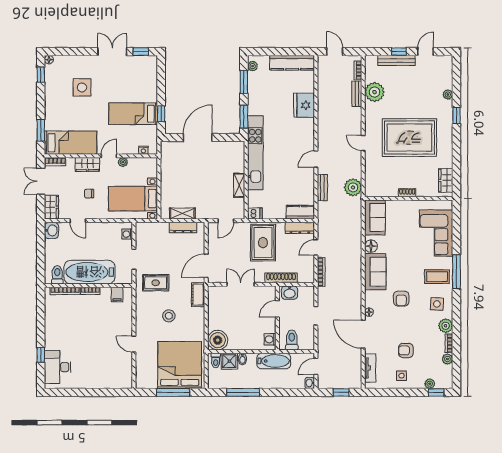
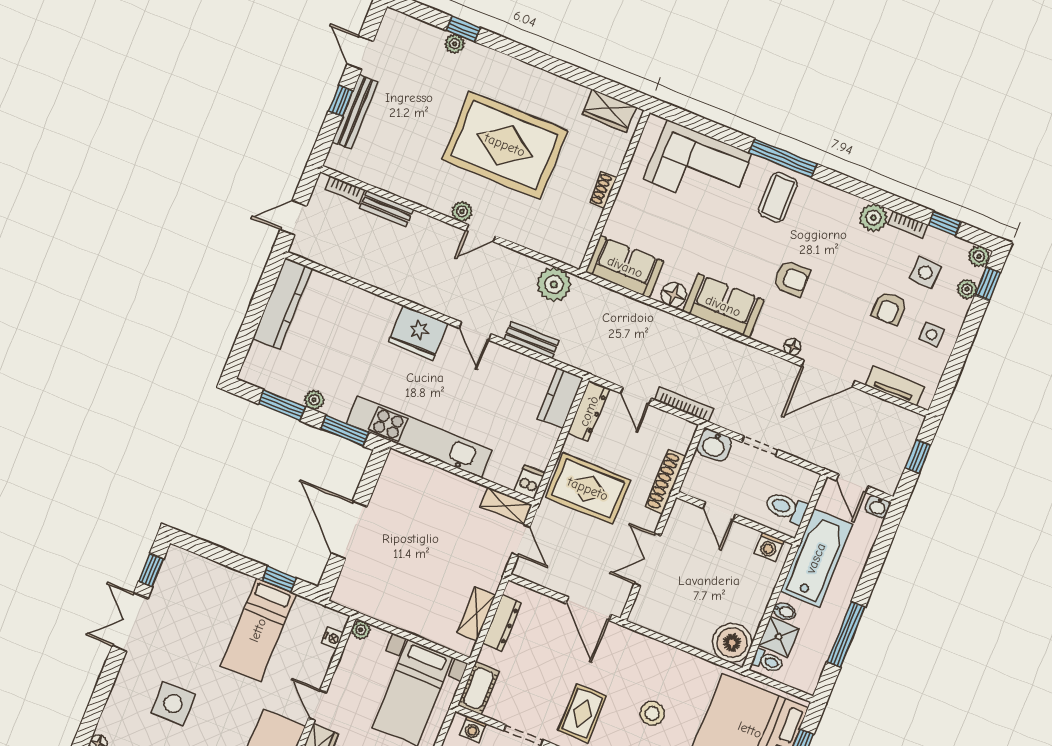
plant: (253, 66) -> (314, 400), moved
plant: (375, 92) -> (462, 211), moved, width x0.53, depth x0.53
fridge: (304, 105) -> (418, 333), moved
window: (456, 116) -> (463, 29), moved
rug: (409, 138) -> (505, 145), turned 90
plant: (123, 162) -> (361, 630), moved
shelving: (239, 185) -> (506, 506), moved
washbasin: (290, 293) -> (714, 445), moved, turned 90
cot: (198, 295) -> (478, 688), moved, turned 90
side table: (437, 304) -> (925, 272), moved
plant: (447, 359) -> (979, 256), moved
bathtub: (274, 361) -> (816, 558), width x1.36, depth x1.36
window: (456, 361) -> (945, 223), added

